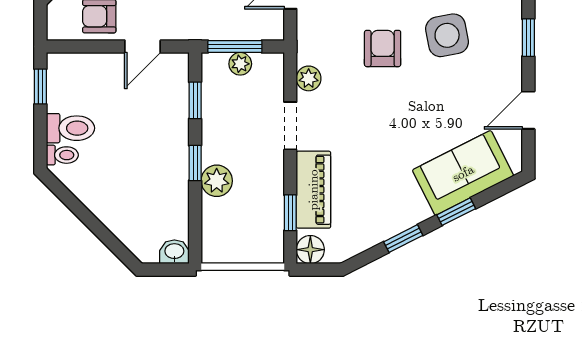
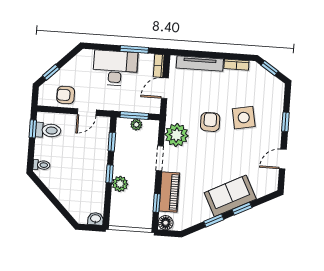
plant: (309, 78) -> (177, 135), width x1.88, depth x1.88
toilet: (70, 128) -> (48, 130), moved
sofa: (463, 173) -> (230, 196), moved

